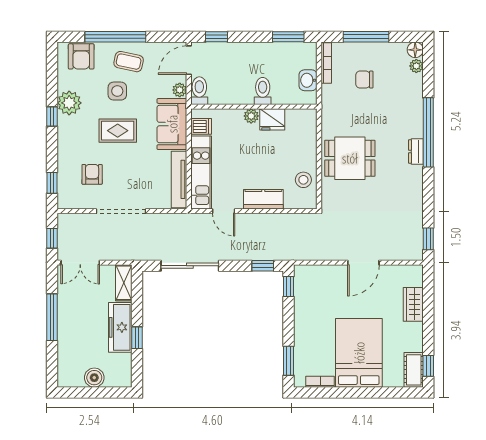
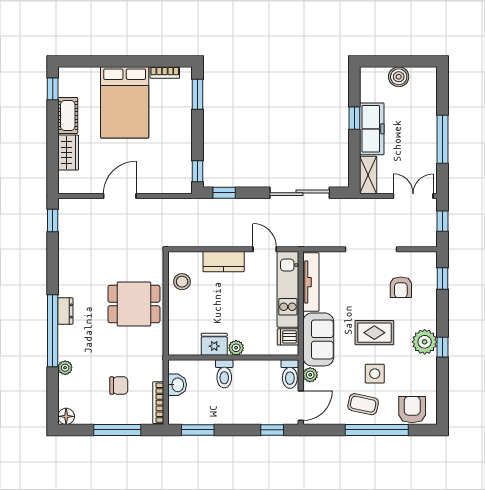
plant: (416, 66) -> (65, 368), moved
plant: (69, 103) -> (425, 342), moved
cot: (414, 370) -> (68, 115), moved

